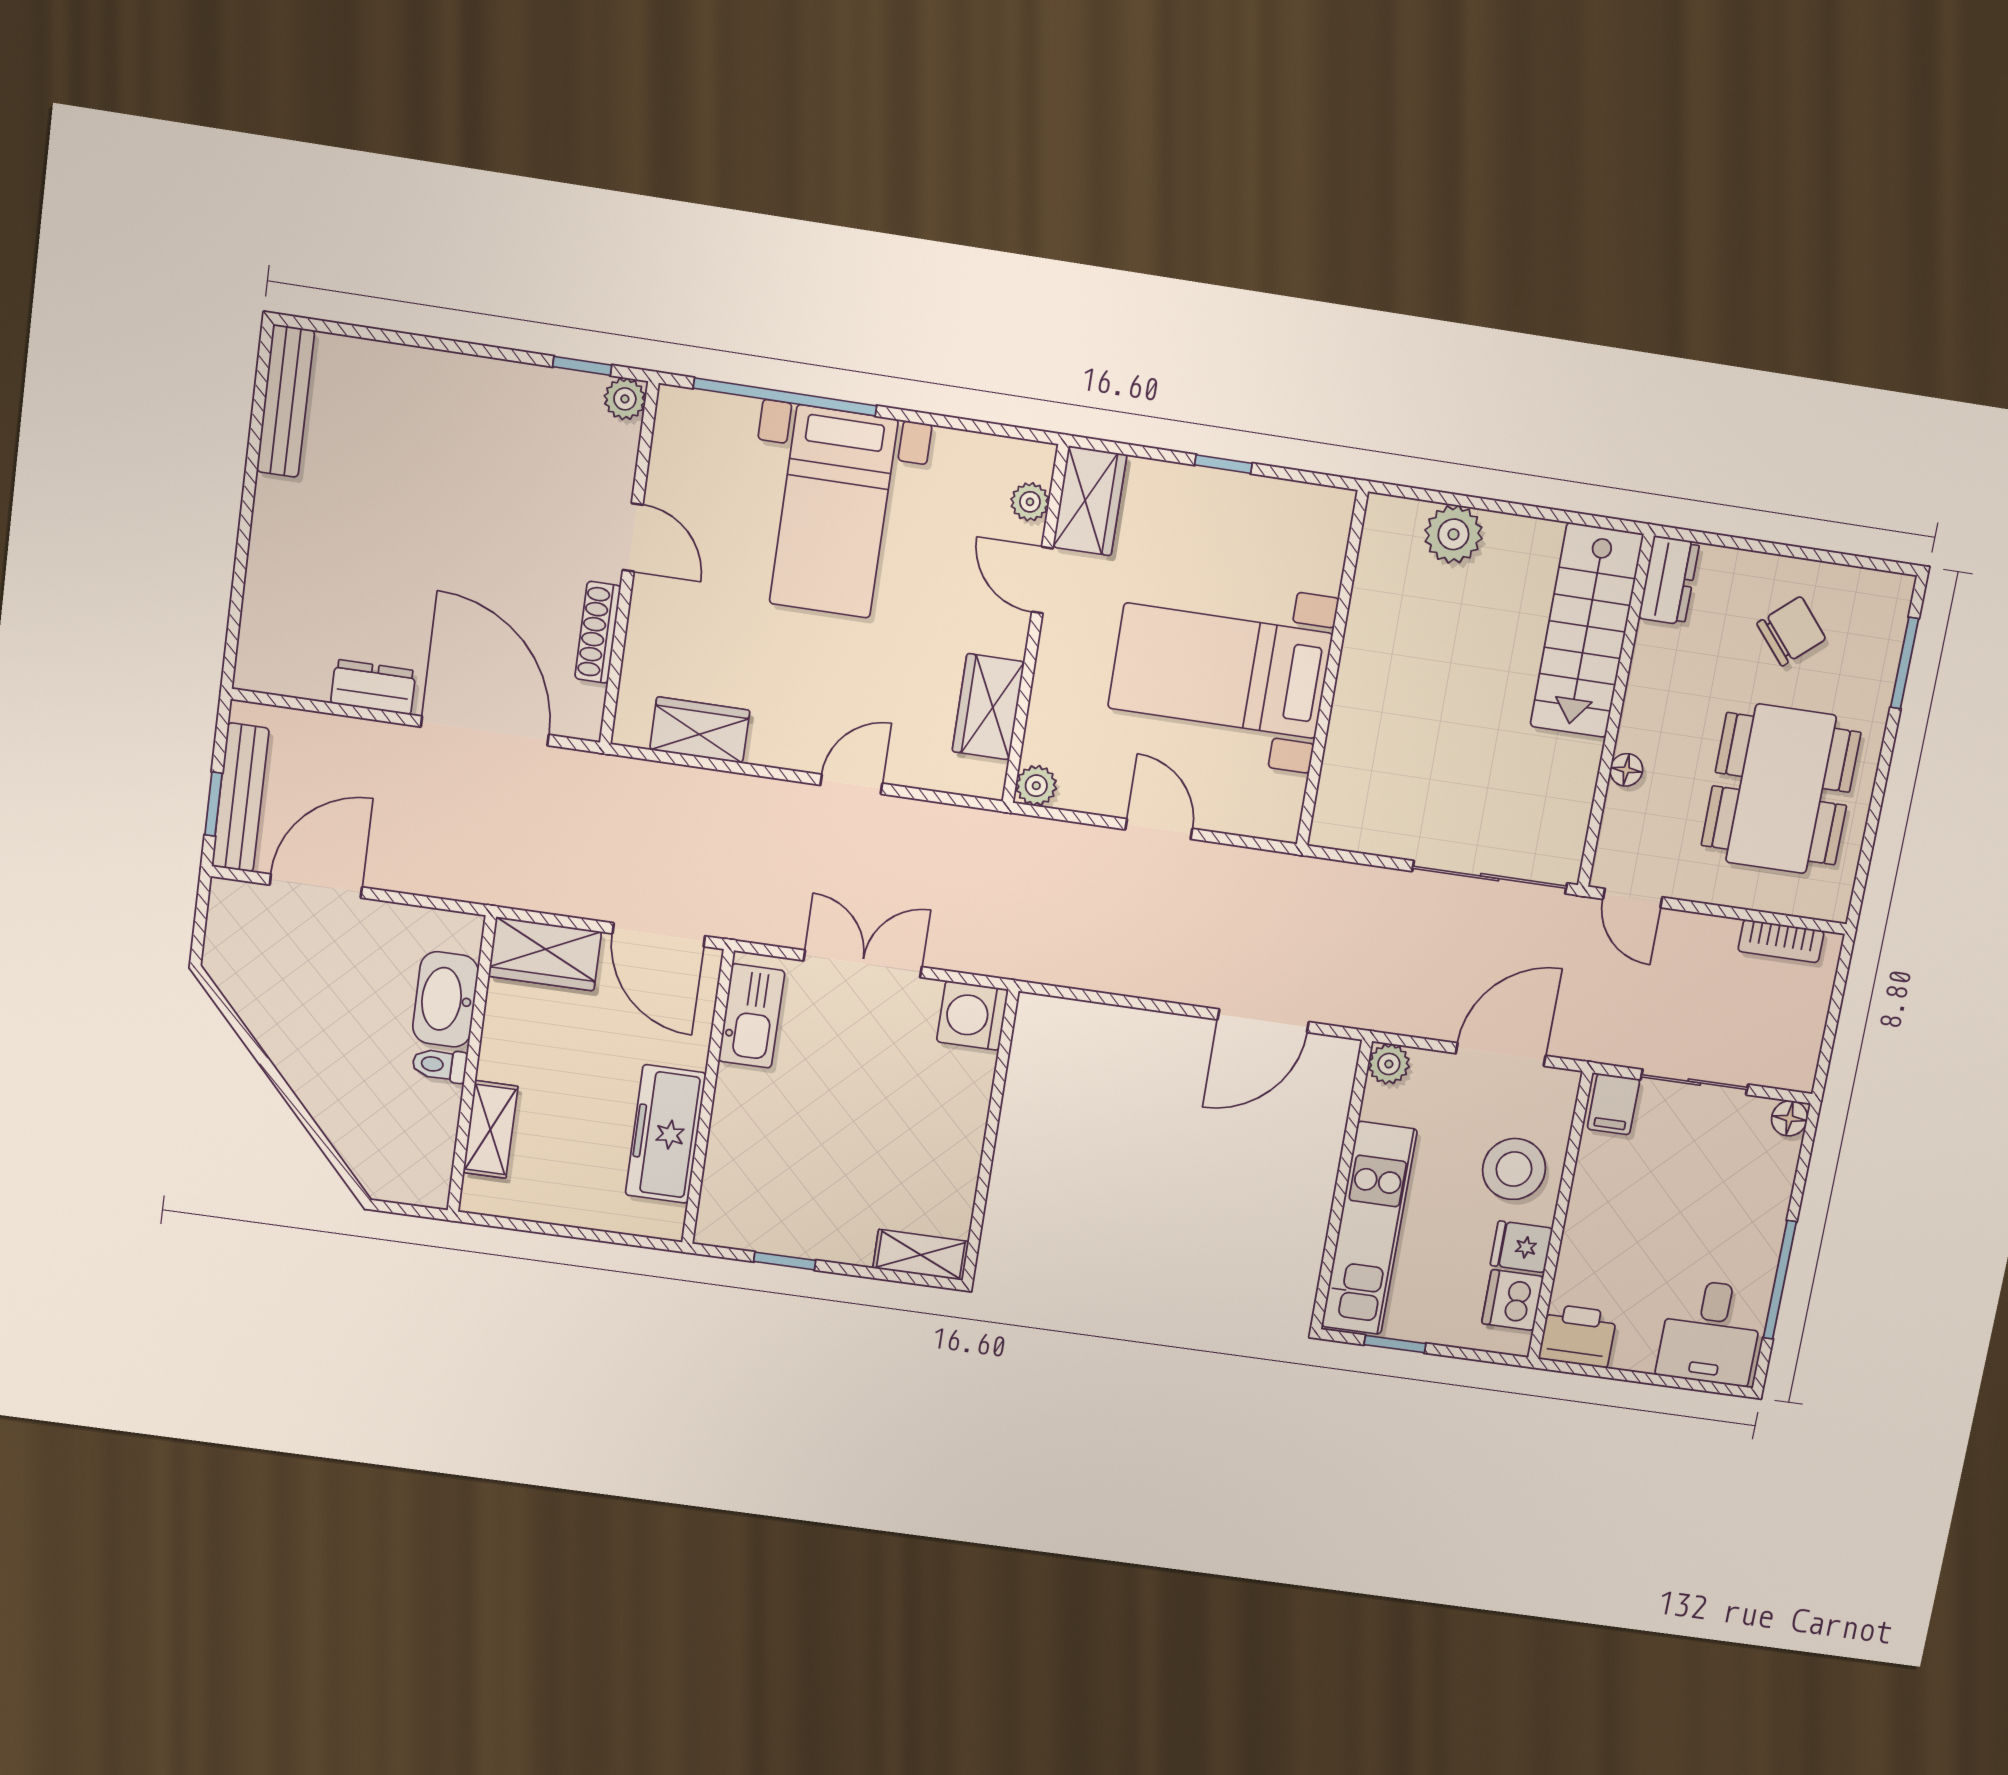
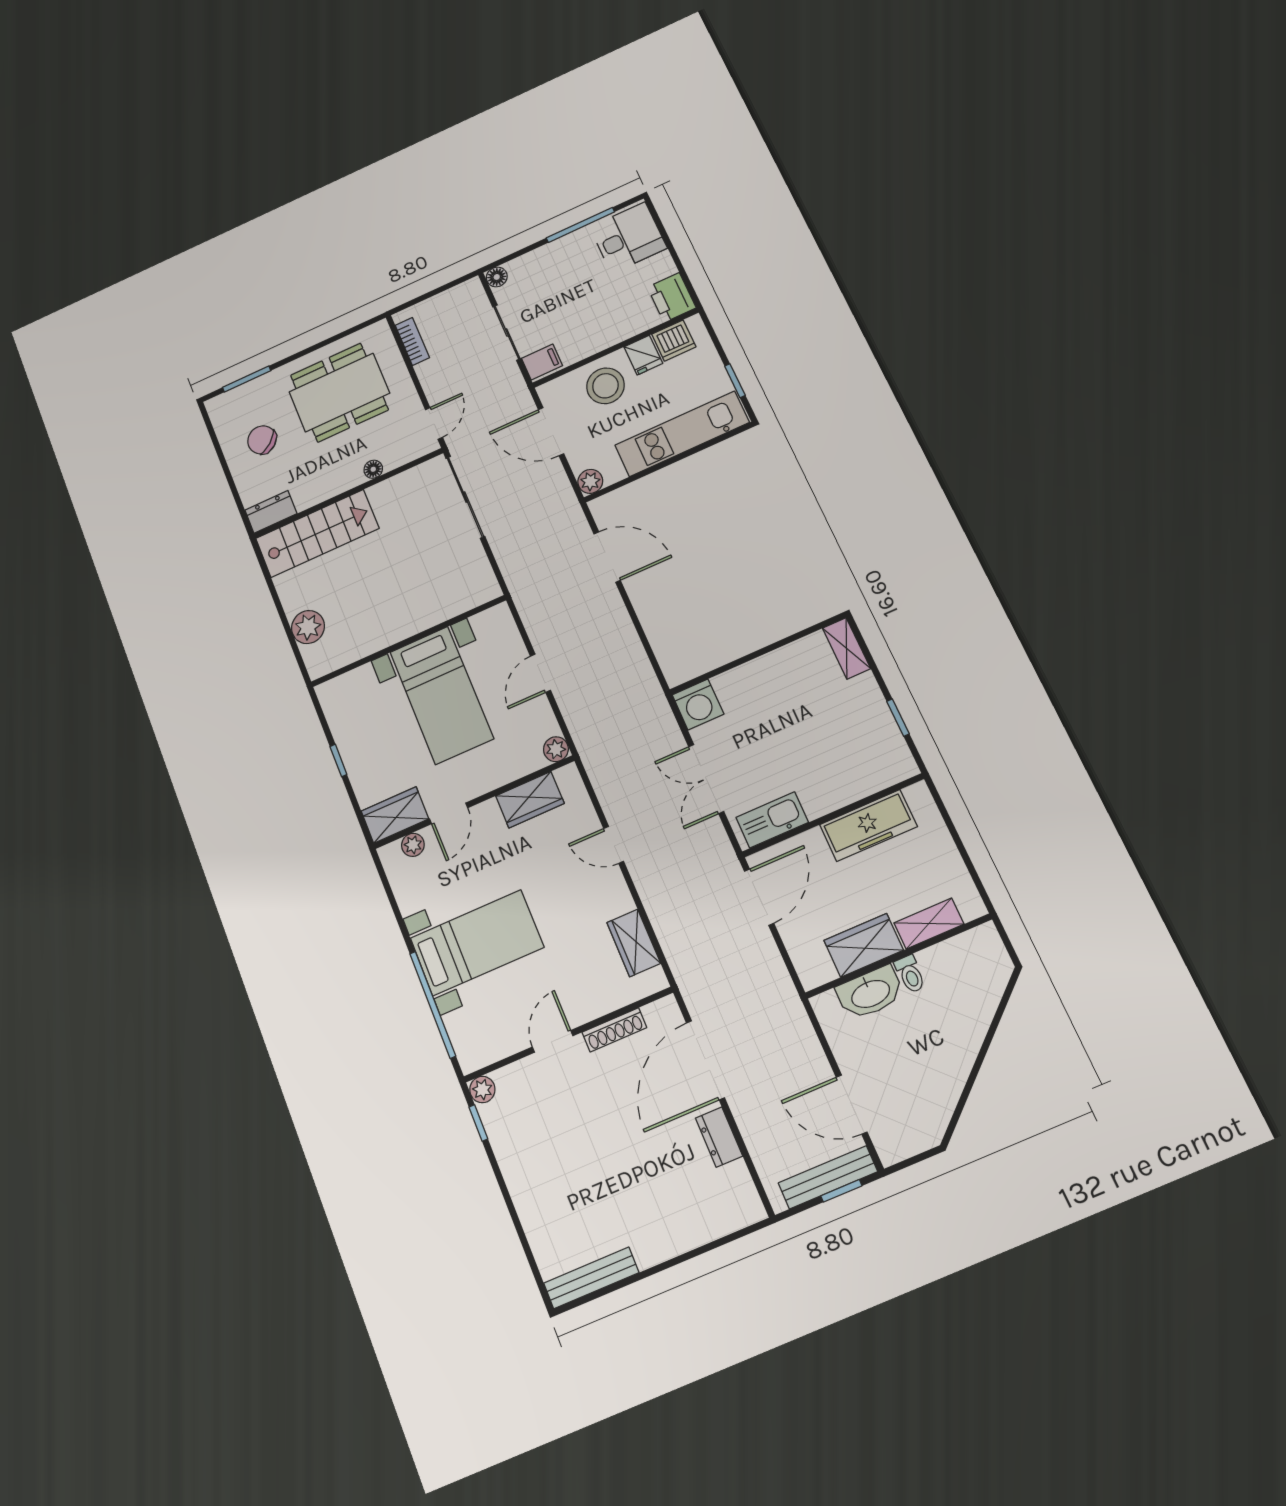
wardrobe: (545, 954) -> (864, 945), moved, turned -90

